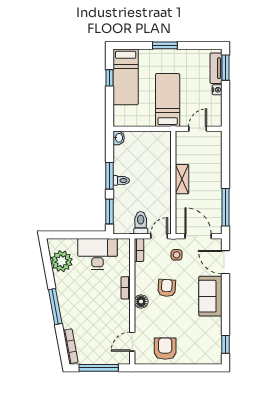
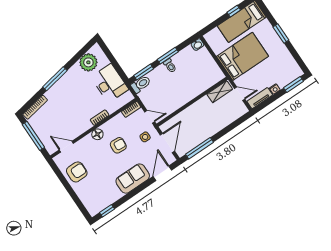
tv unit: (216, 68) -> (260, 98), moved
bed: (168, 100) -> (243, 56), width x1.50
shelving: (182, 179) -> (220, 92), moved
toilet: (141, 223) -> (141, 84), moved

